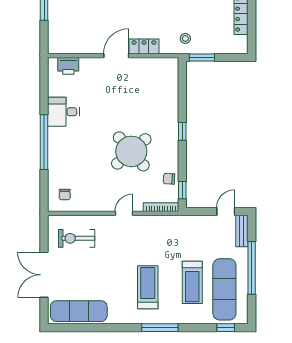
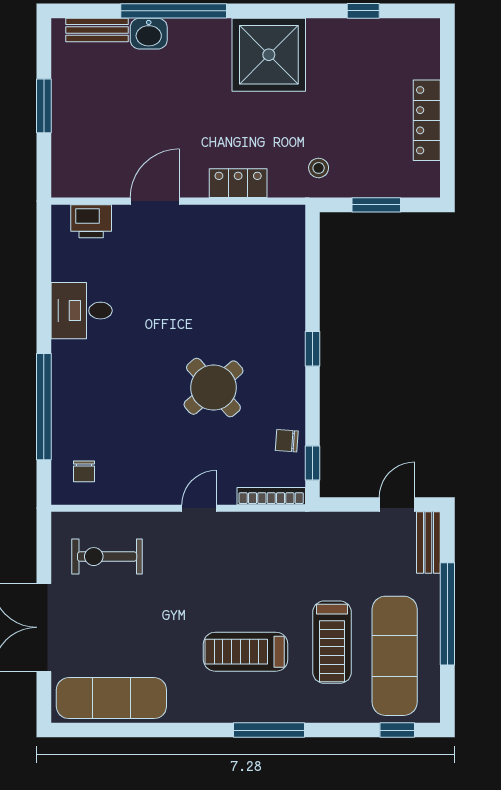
door: (116, 56) -> (155, 201), moved
window: (202, 57) -> (376, 205), moved
window: (44, 142) -> (44, 407), moved
round table: (131, 151) -> (213, 388), width x0.73, depth x0.73
treadmill: (148, 287) -> (246, 652), turned -90

